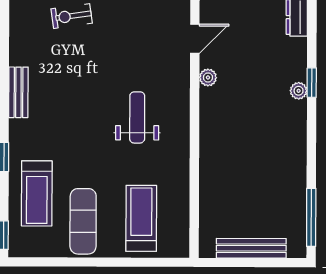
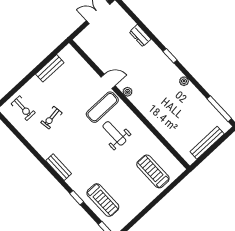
door: (195, 39) -> (108, 81), hinge flipped
plant: (299, 91) -> (184, 81), moved
exercise mat: (83, 221) -> (102, 107), moved, turned 90

